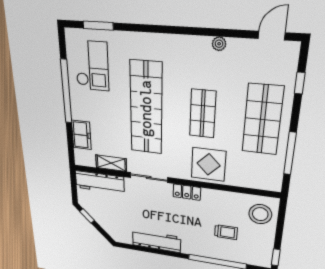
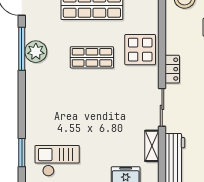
window: (217, 32) -> (22, 49), added
plant: (219, 44) -> (36, 52), width x1.87, depth x1.87
shop shelf: (146, 108) -> (92, 110), removed

